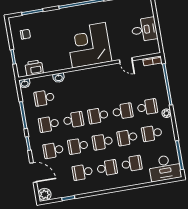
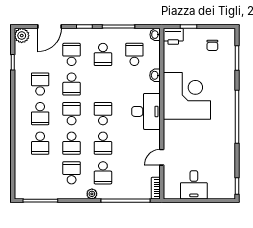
corner desk: (89, 45) -> (187, 96), moved
printer: (34, 68) -> (173, 36), moved, turned 90
school desk: (73, 120) -> (103, 84), removed
school desk: (49, 124) -> (103, 54), turned 180
school desk: (127, 137) -> (72, 143), turned 180
school desk: (78, 146) -> (72, 84), turned 180
desk: (165, 168) -> (146, 111), moved, turned 180

